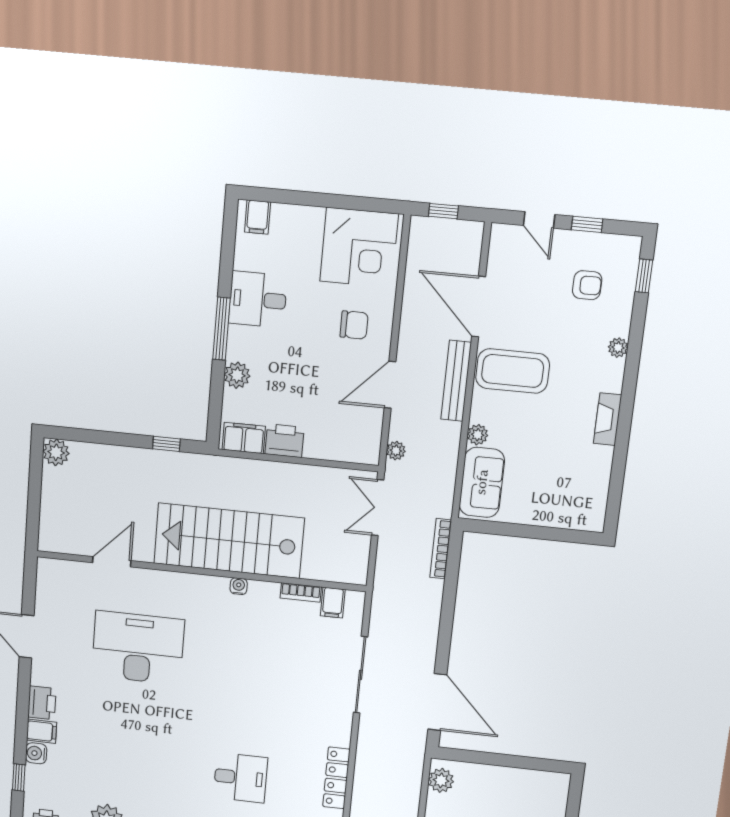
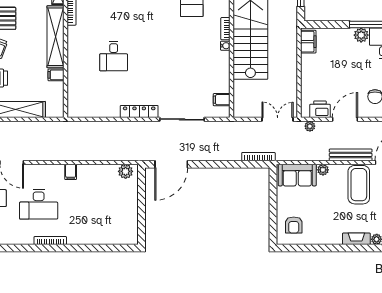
plant: (237, 375) -> (361, 35), moved
door: (390, 385) -> (345, 119), hinge flipped
fireplace: (608, 419) -> (356, 239), moved
printer: (285, 441) -> (320, 109), moved, turned -90
armchair: (572, 498) -> (294, 225), added
bookcase: (301, 593) -> (225, 29), moved
locker: (336, 778) -> (139, 111), moved

